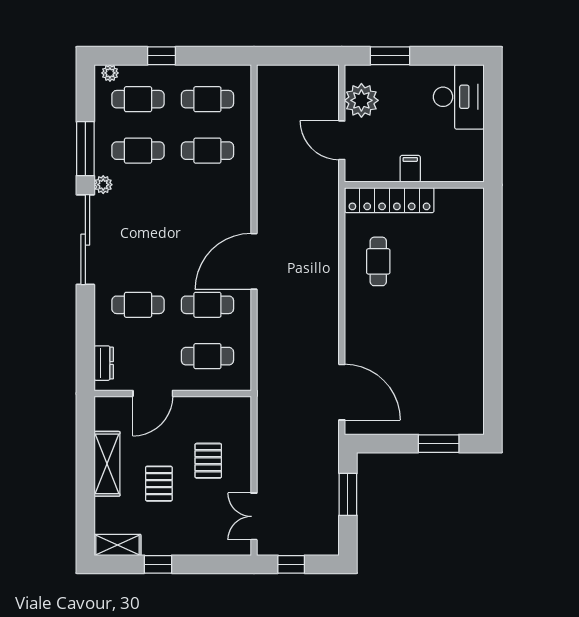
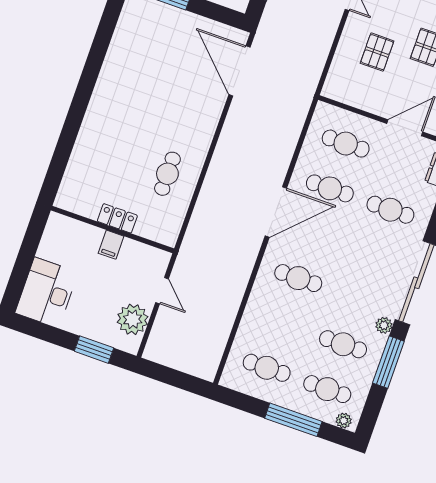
window: (162, 56) -> (293, 420), width x2.17
door: (342, 140) -> (162, 291), width x0.73
cafe table: (207, 151) -> (298, 278), moved
locker: (389, 200) -> (117, 218), width x0.46, depth x0.83

